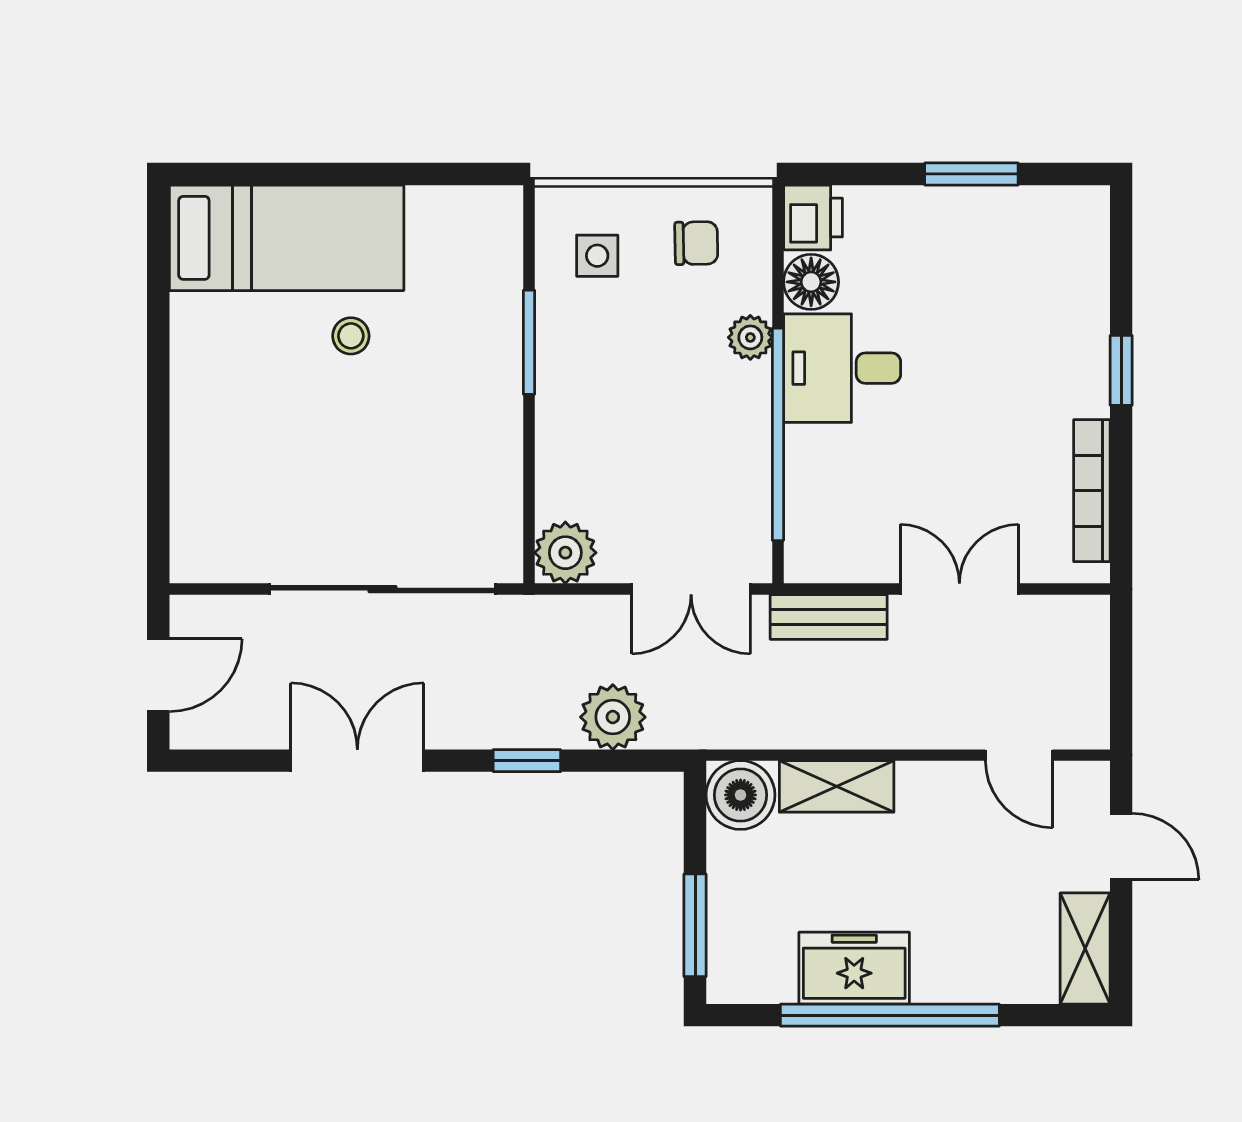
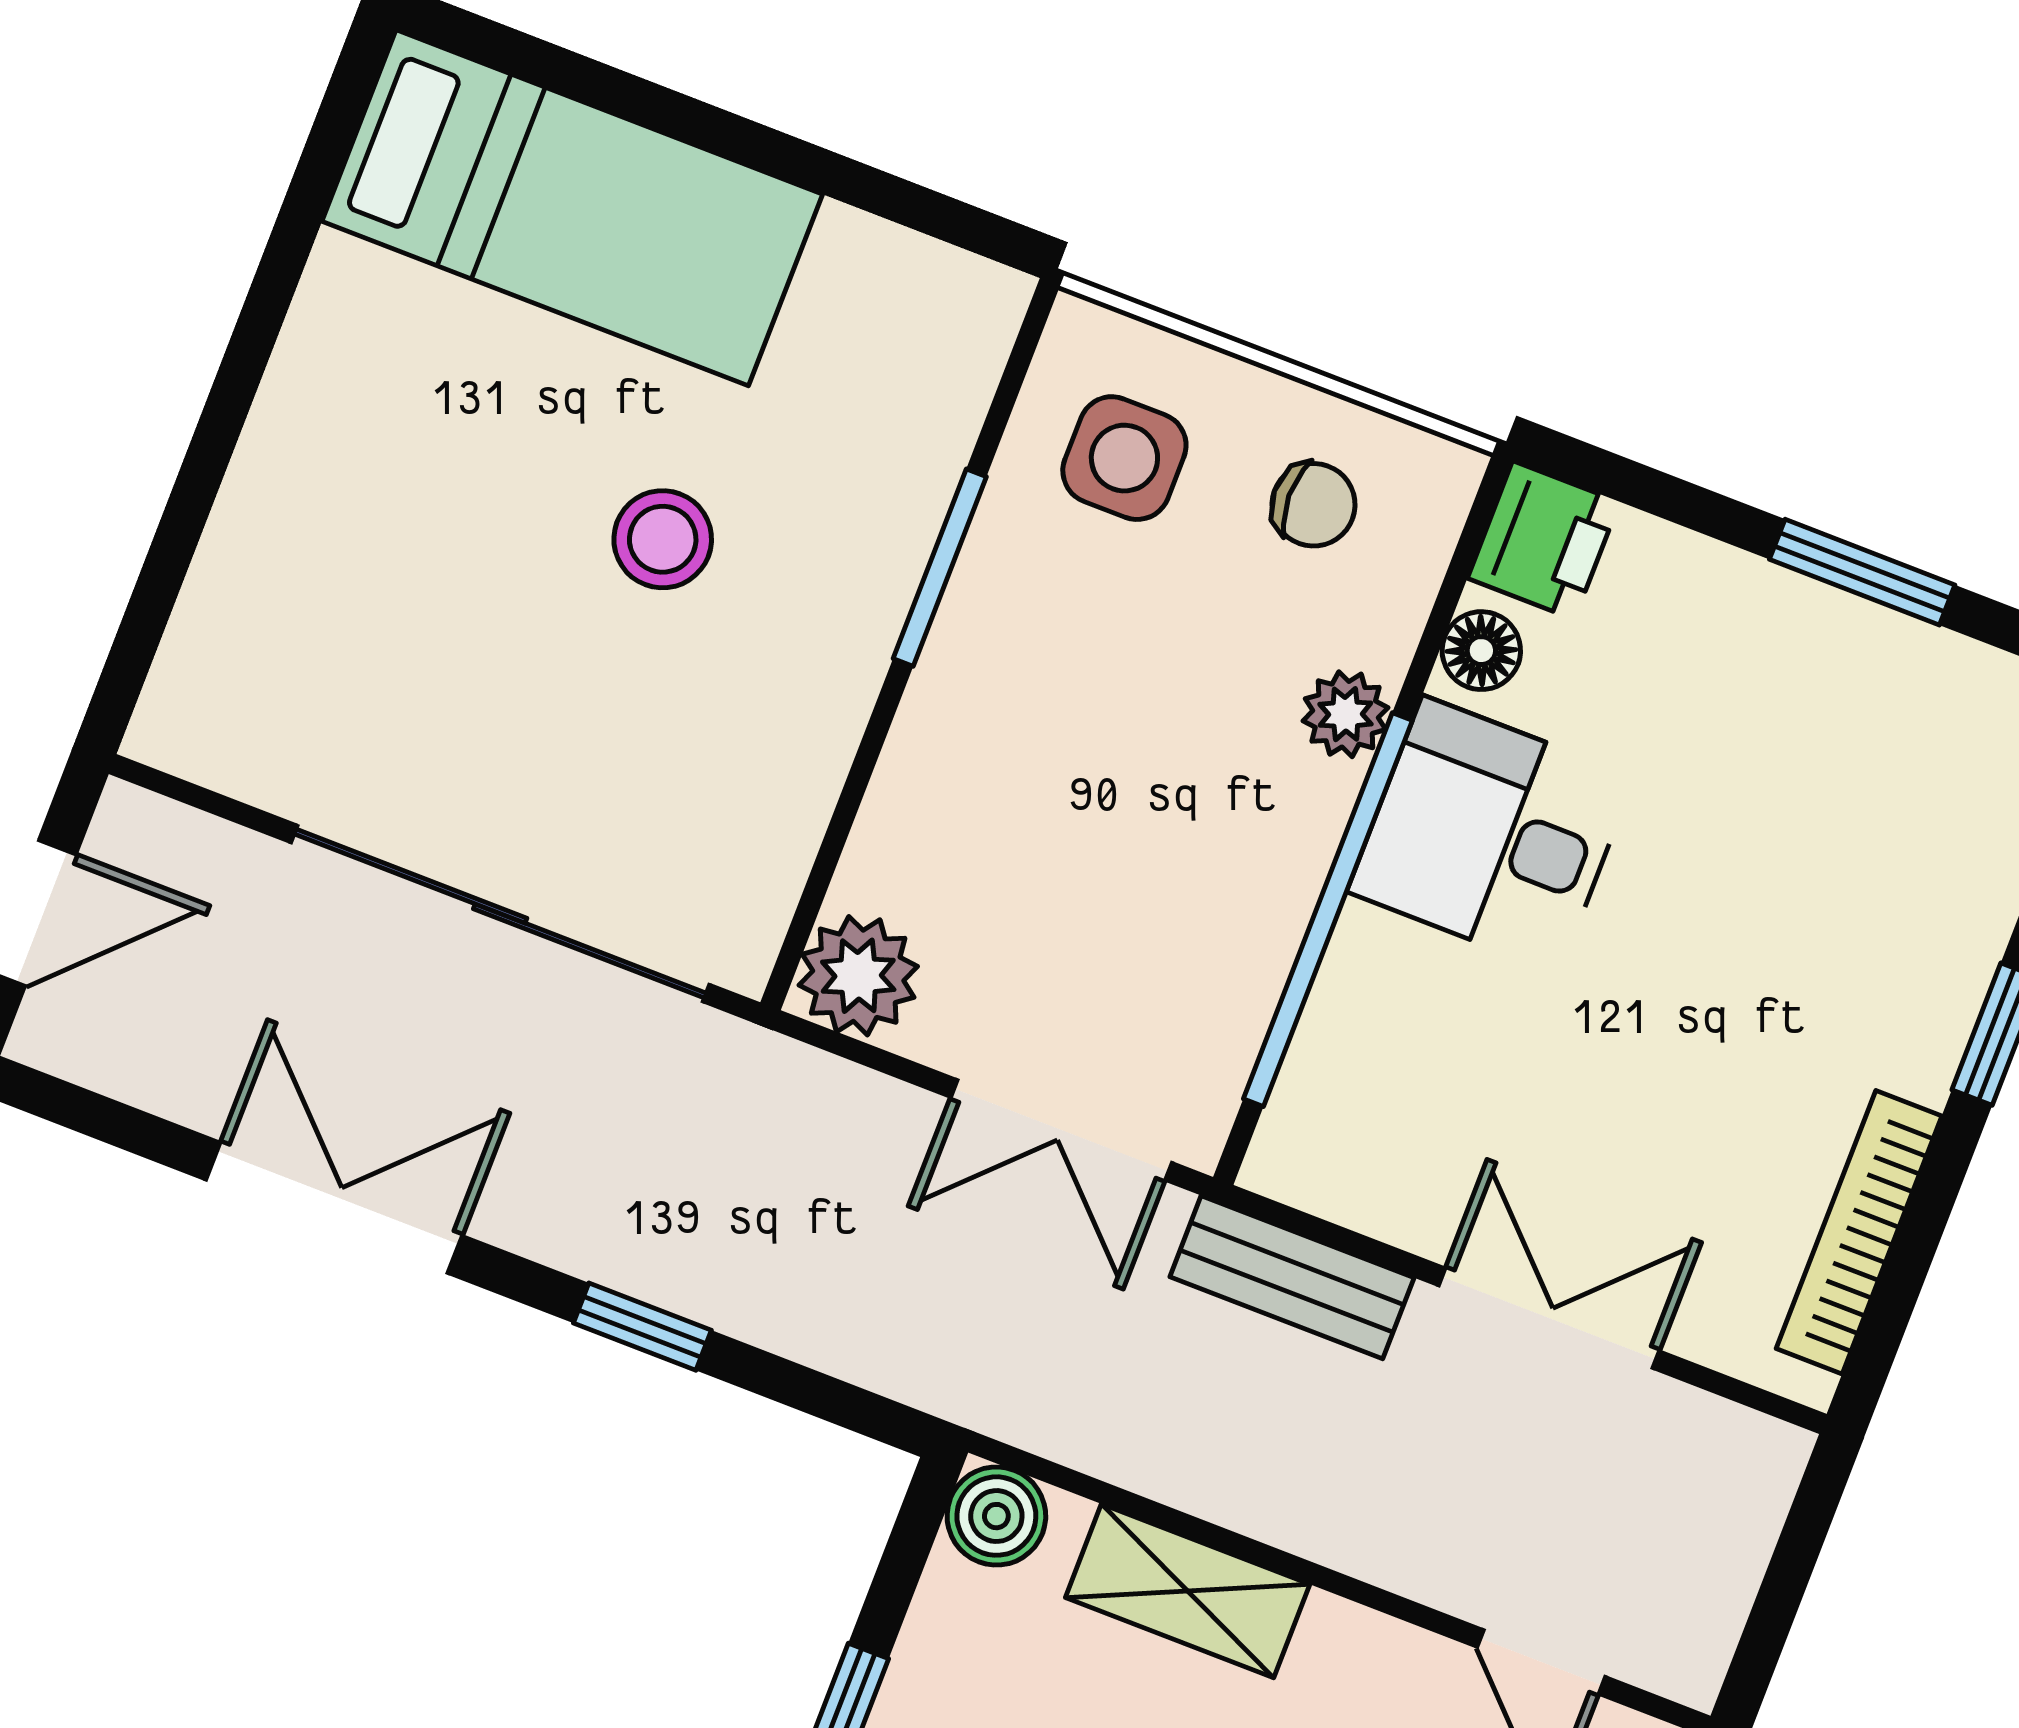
side table: (597, 256) -> (1124, 458), width x1.37, depth x1.37
floor lamp: (811, 282) -> (1481, 651), width x0.73, depth x0.73
stool: (351, 336) -> (663, 539), moved, width x1.37, depth x1.37
plant: (613, 717) -> (829, 1308), removed
boiler: (741, 795) -> (996, 1516), width x0.73, depth x0.73

